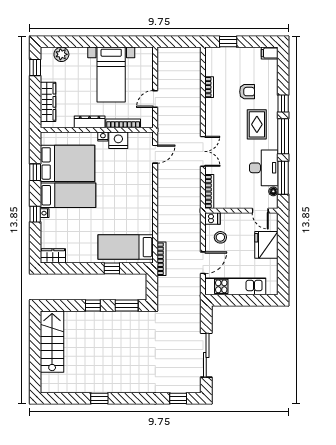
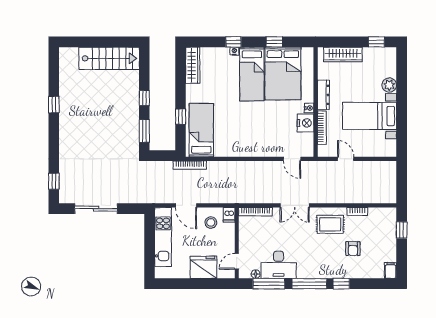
plant: (61, 54) -> (389, 85), moved
rug: (257, 124) -> (330, 224), moved
wardrobe: (53, 256) -> (193, 65), width x1.50

